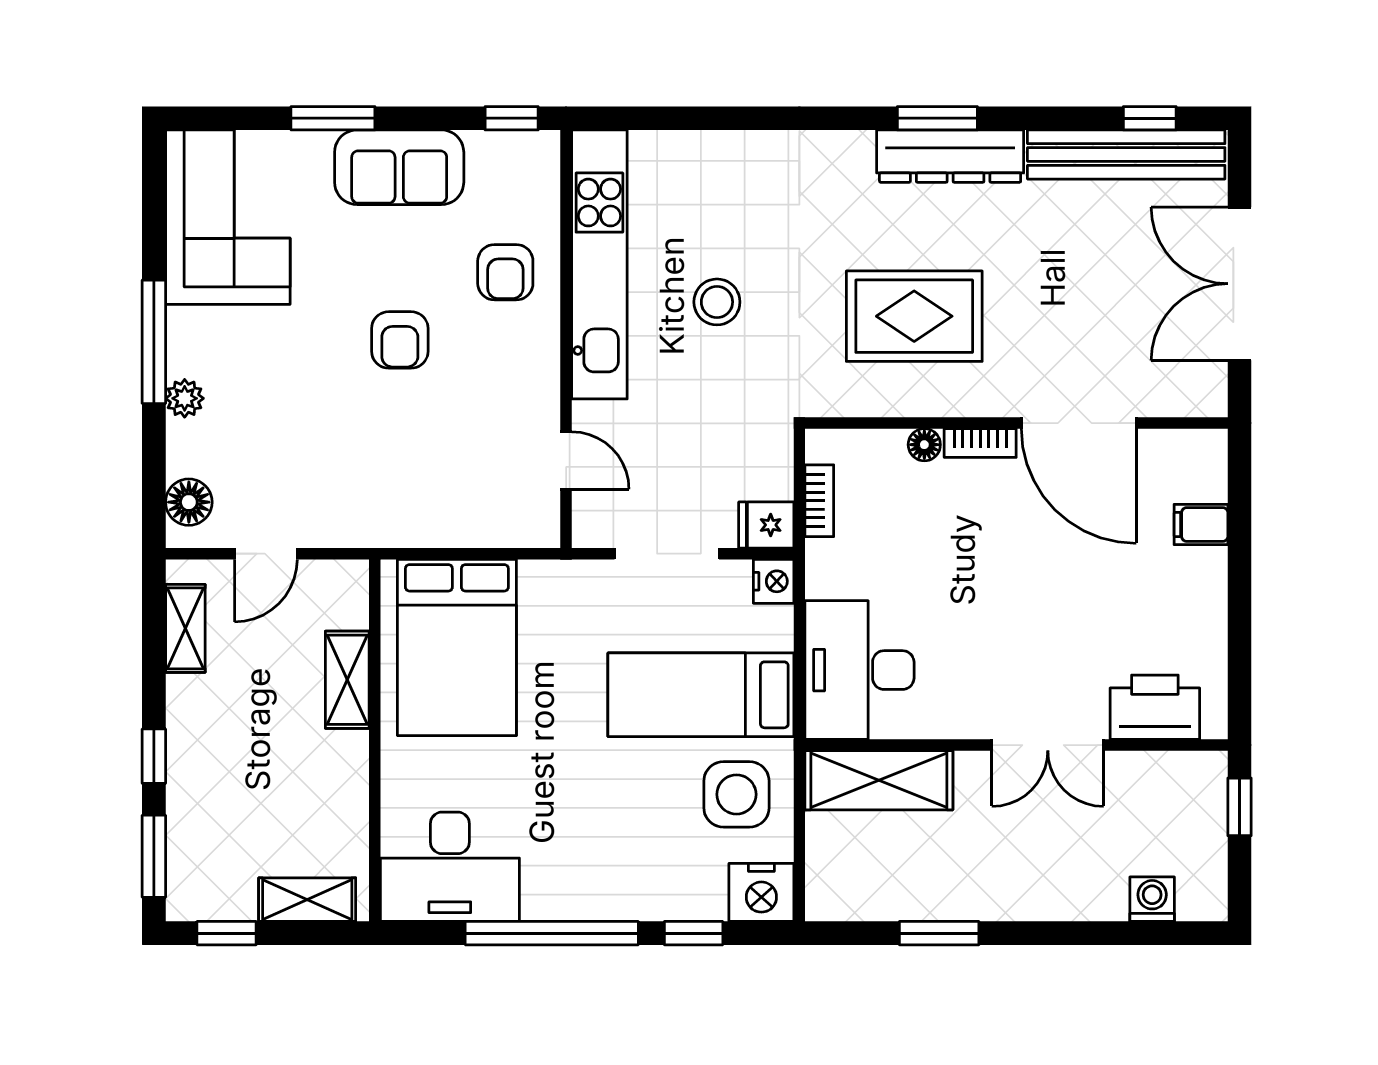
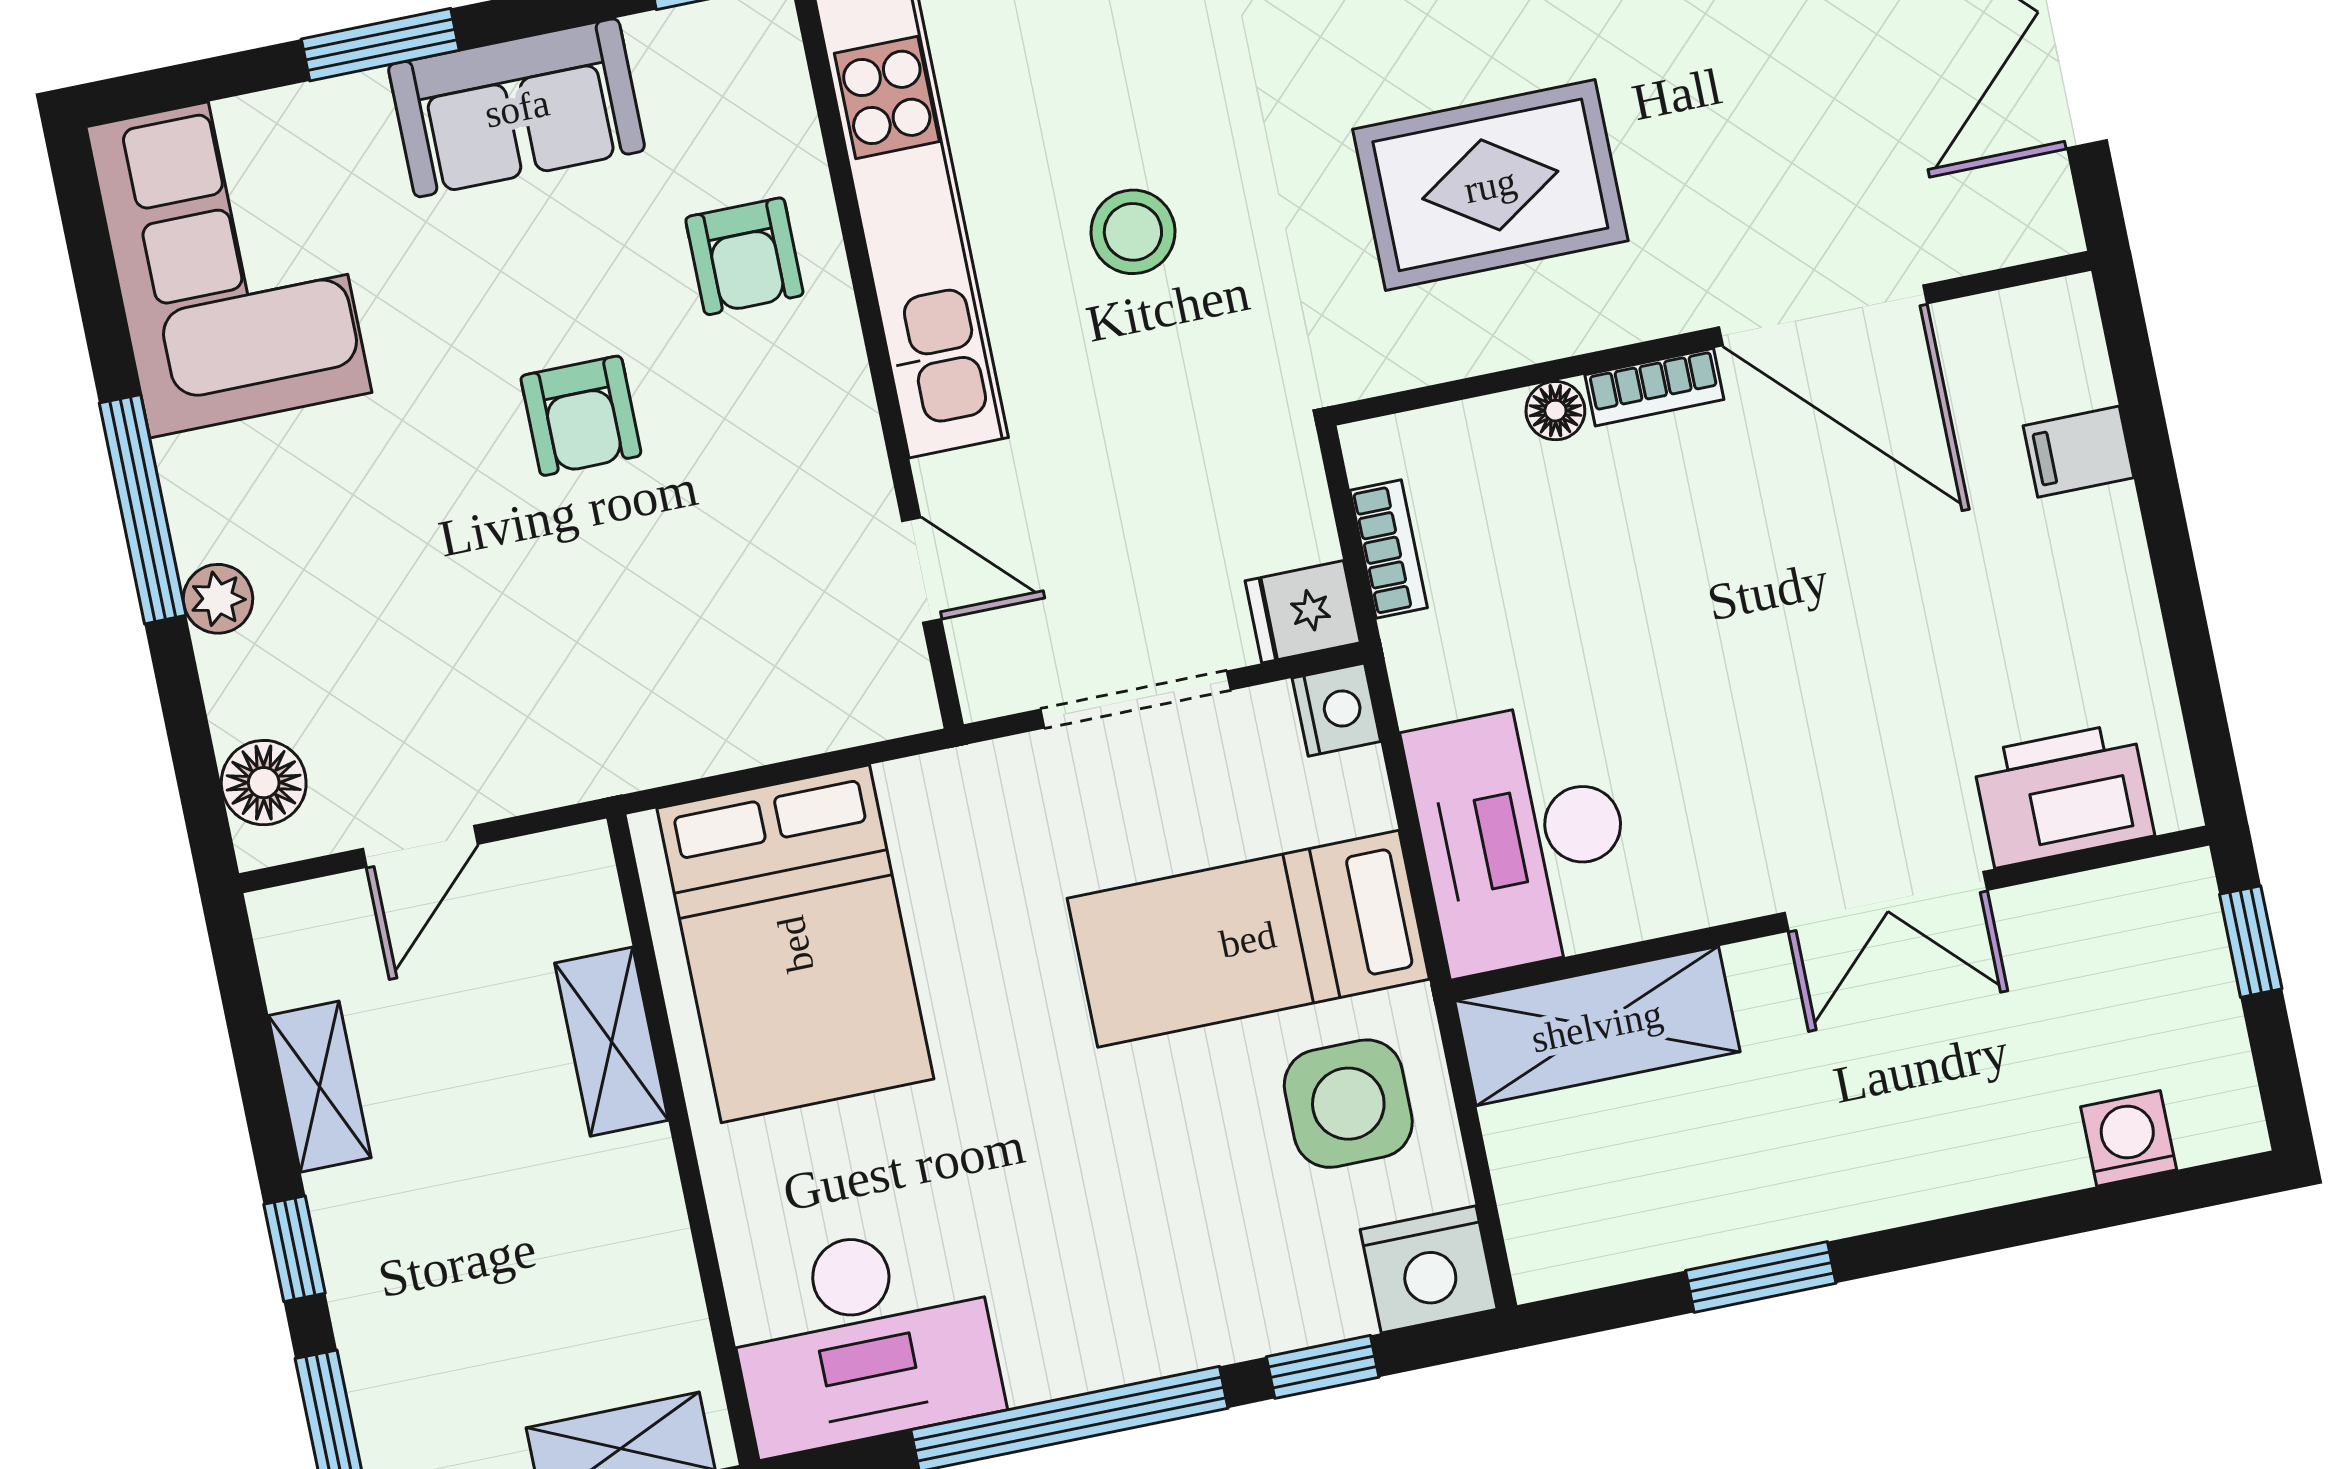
shelving: (185, 628) -> (320, 1087), moved

